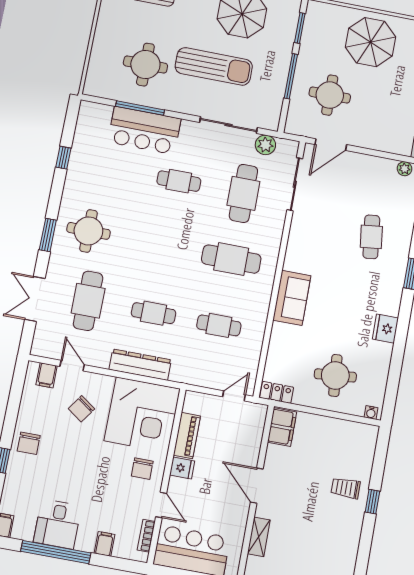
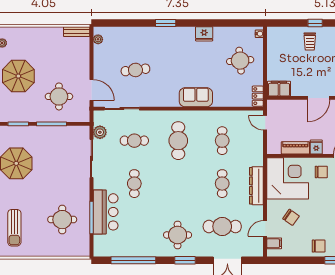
sun lounger: (214, 66) -> (55, 175), removed
window: (63, 158) -> (133, 260), width x3.17
cafe table: (243, 193) -> (134, 141), width x0.73, depth x0.74
cafe table: (371, 237) -> (135, 70), moved

